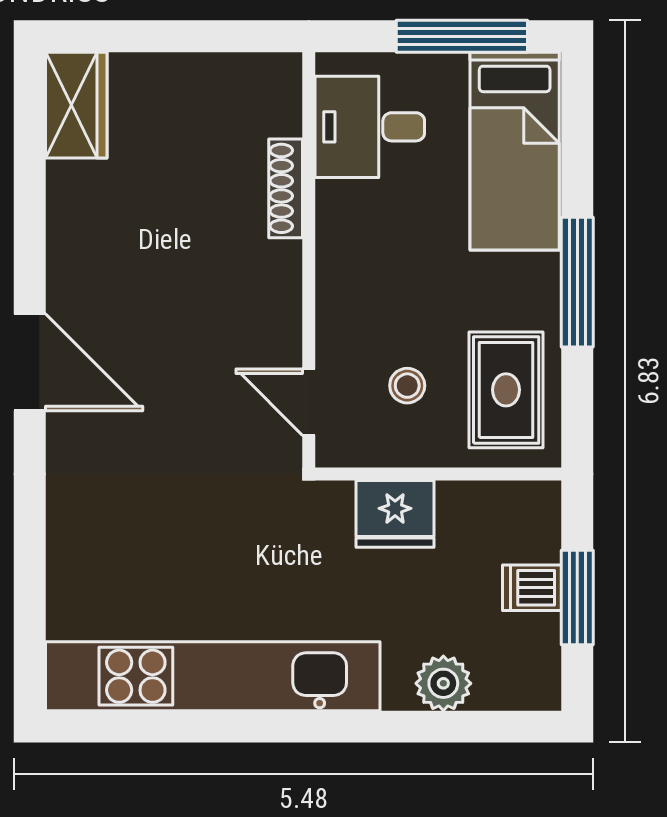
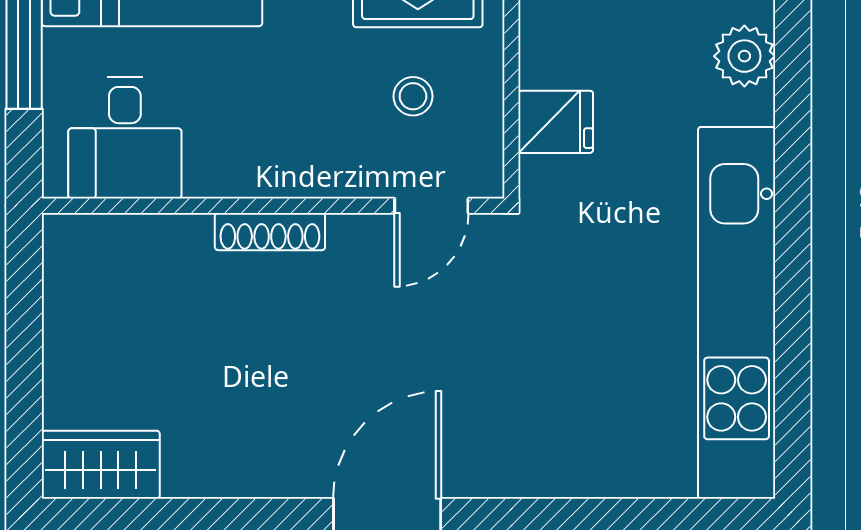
shoe rack: (286, 188) -> (270, 232), moved
fridge: (395, 514) -> (556, 122), width x0.72

